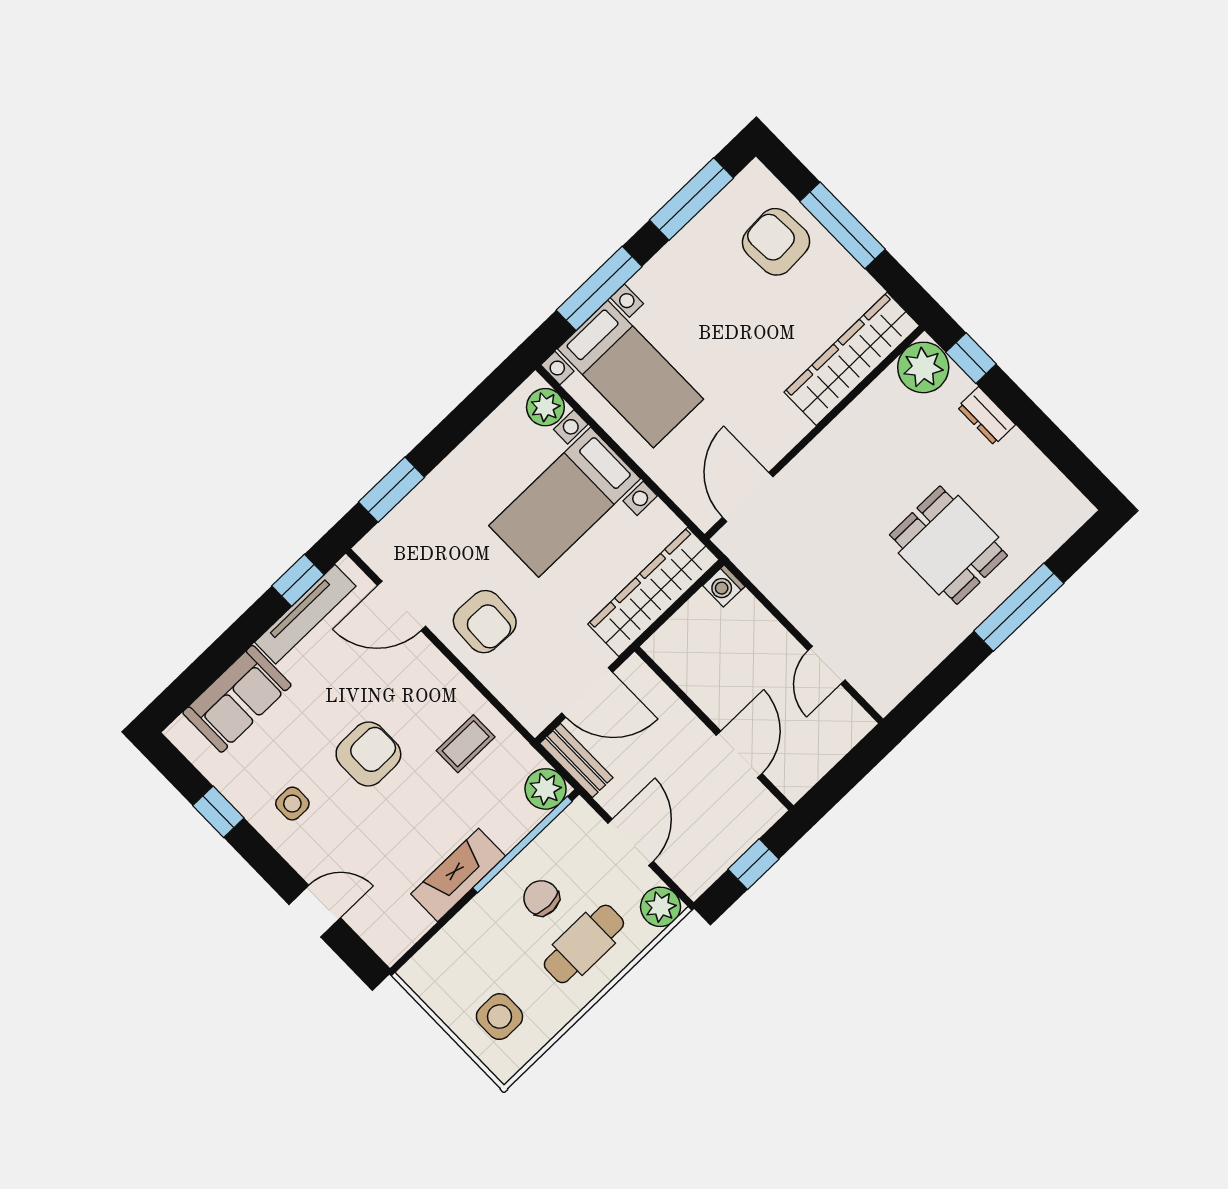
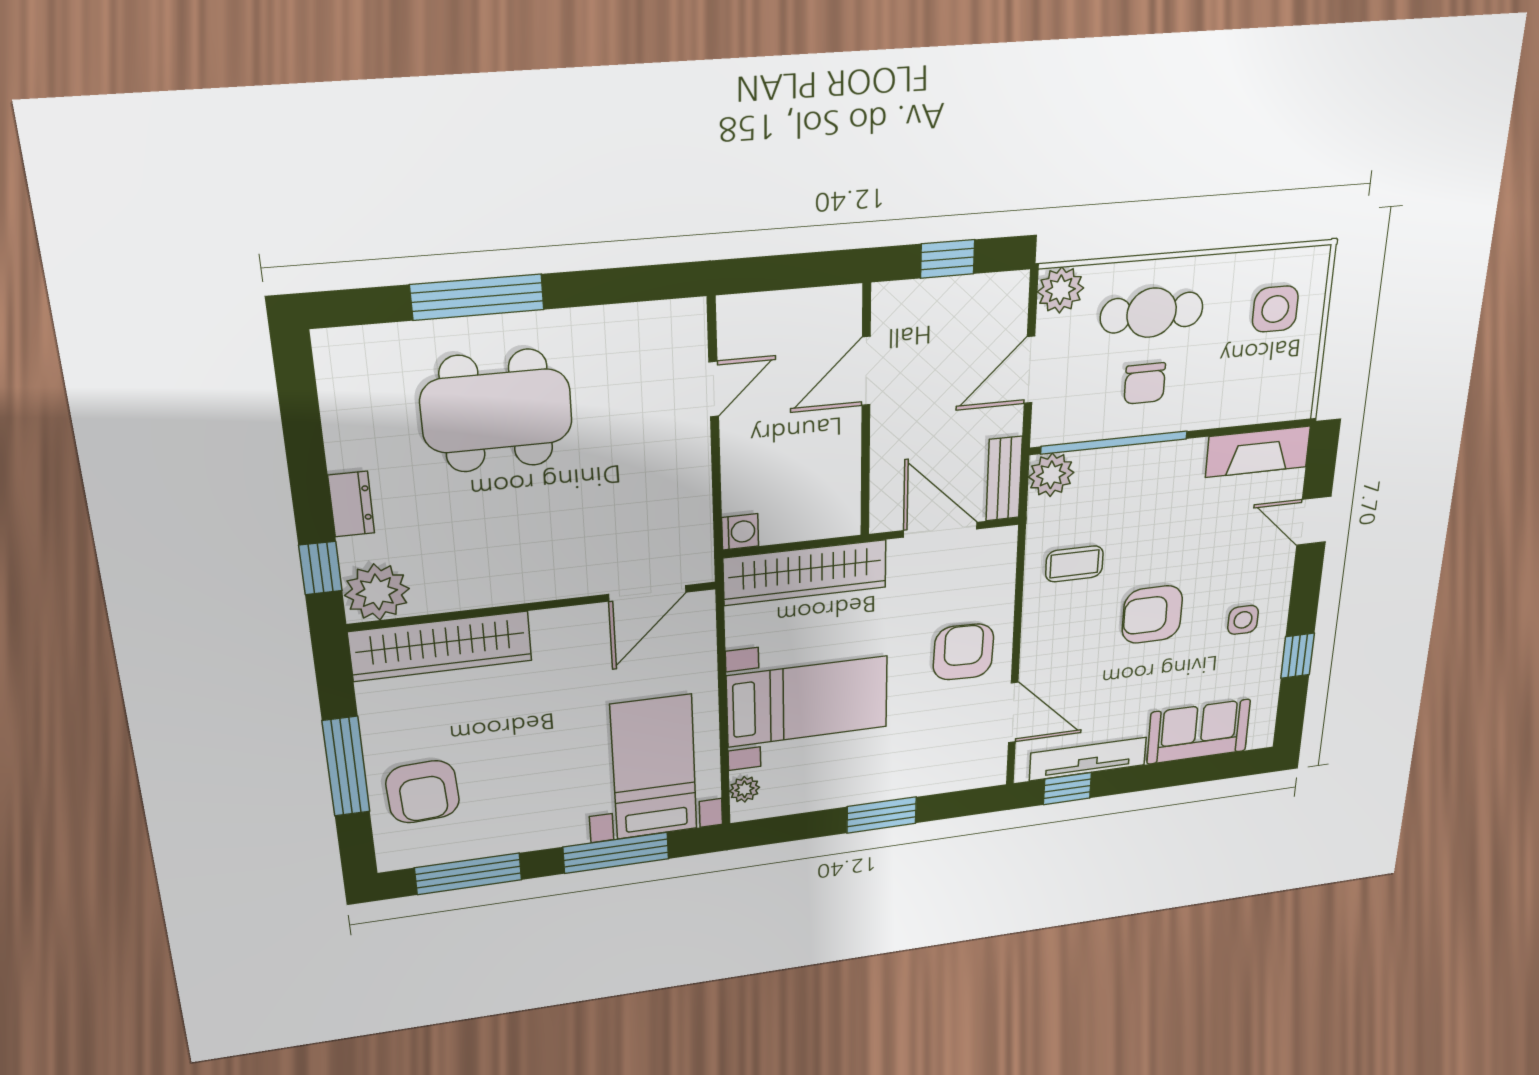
plant: (545, 407) -> (744, 789), width x0.73, depth x0.73
window: (391, 490) -> (882, 815), moved
dining table: (948, 545) -> (496, 411), width x1.38
fireplace: (458, 875) -> (1258, 452), moved

